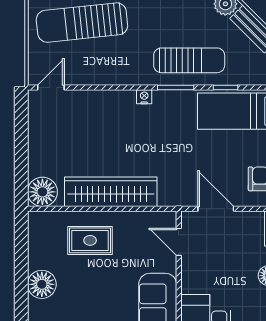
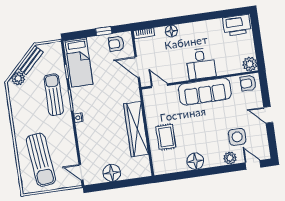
floor lamp: (42, 192) -> (112, 173), moved
door: (216, 209) -> (137, 67), hinge flipped
door: (179, 242) -> (159, 86), swing flipped

